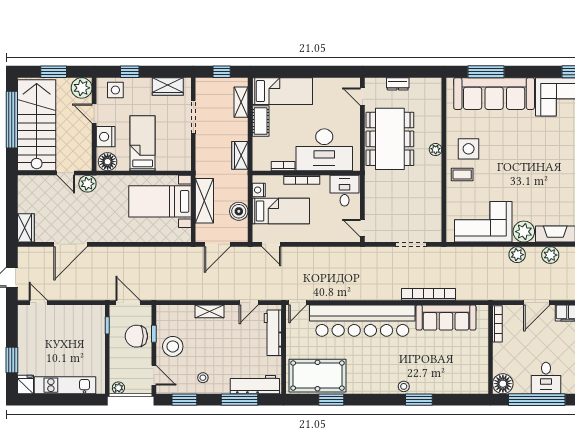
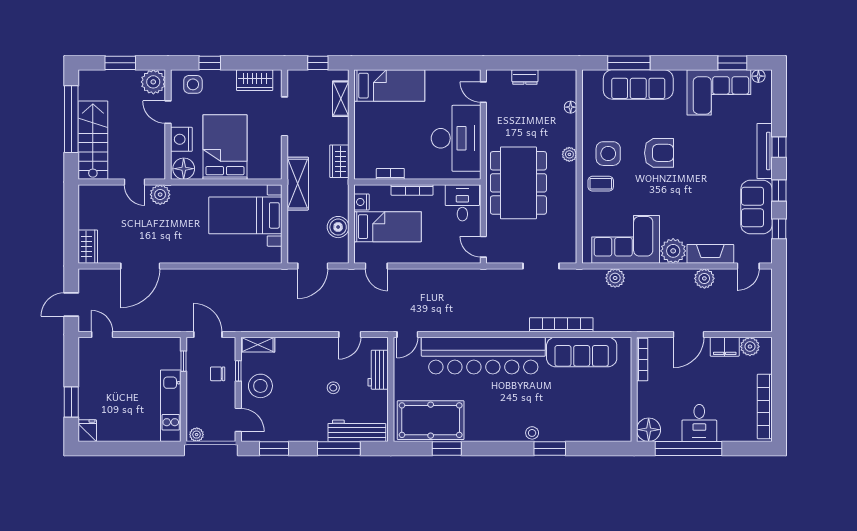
sofa: (494, 94) -> (638, 85), width x0.74, depth x0.79
floor lamp: (437, 109) -> (571, 107), added
cot: (261, 121) -> (364, 121), removed
stairs: (37, 125) -> (93, 140), width x0.73, depth x0.66
dining table: (390, 139) -> (518, 183), moved
bed: (143, 143) -> (225, 147), width x1.50
armchair: (512, 148) -> (659, 153), added
desk: (324, 150) -> (456, 138), moved, turned -90
shelving: (204, 201) -> (298, 184), moved
plant: (517, 255) -> (615, 278), moved
shelving: (209, 311) -> (258, 345), moved
workbench: (273, 333) -> (378, 370), width x0.73
chair: (136, 336) -> (218, 374), width x0.54, depth x0.54
stool: (203, 378) -> (333, 388), moved
kitchen unit: (65, 385) -> (171, 406), moved, turned -90

